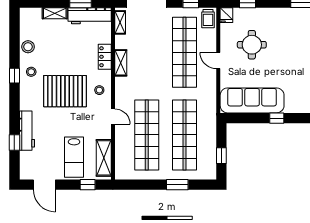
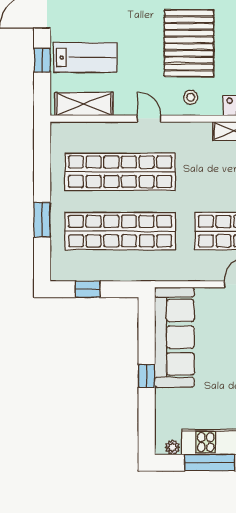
door: (113, 117) -> (149, 119), swing flipped
lab bench: (74, 157) -> (85, 57), turned 180
window: (88, 185) -> (42, 60), moved

